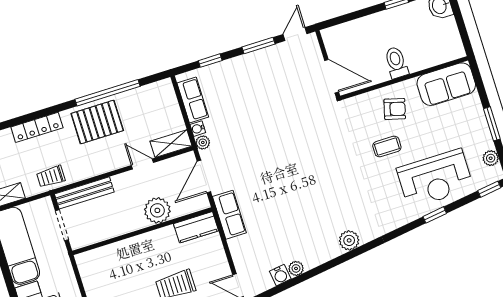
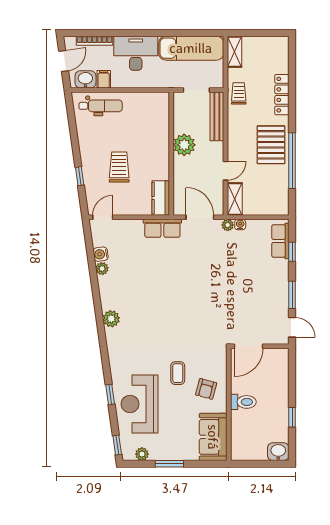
row of seats: (193, 100) -> (280, 241), moved, turned 90
plant: (157, 210) -> (184, 145), moved

